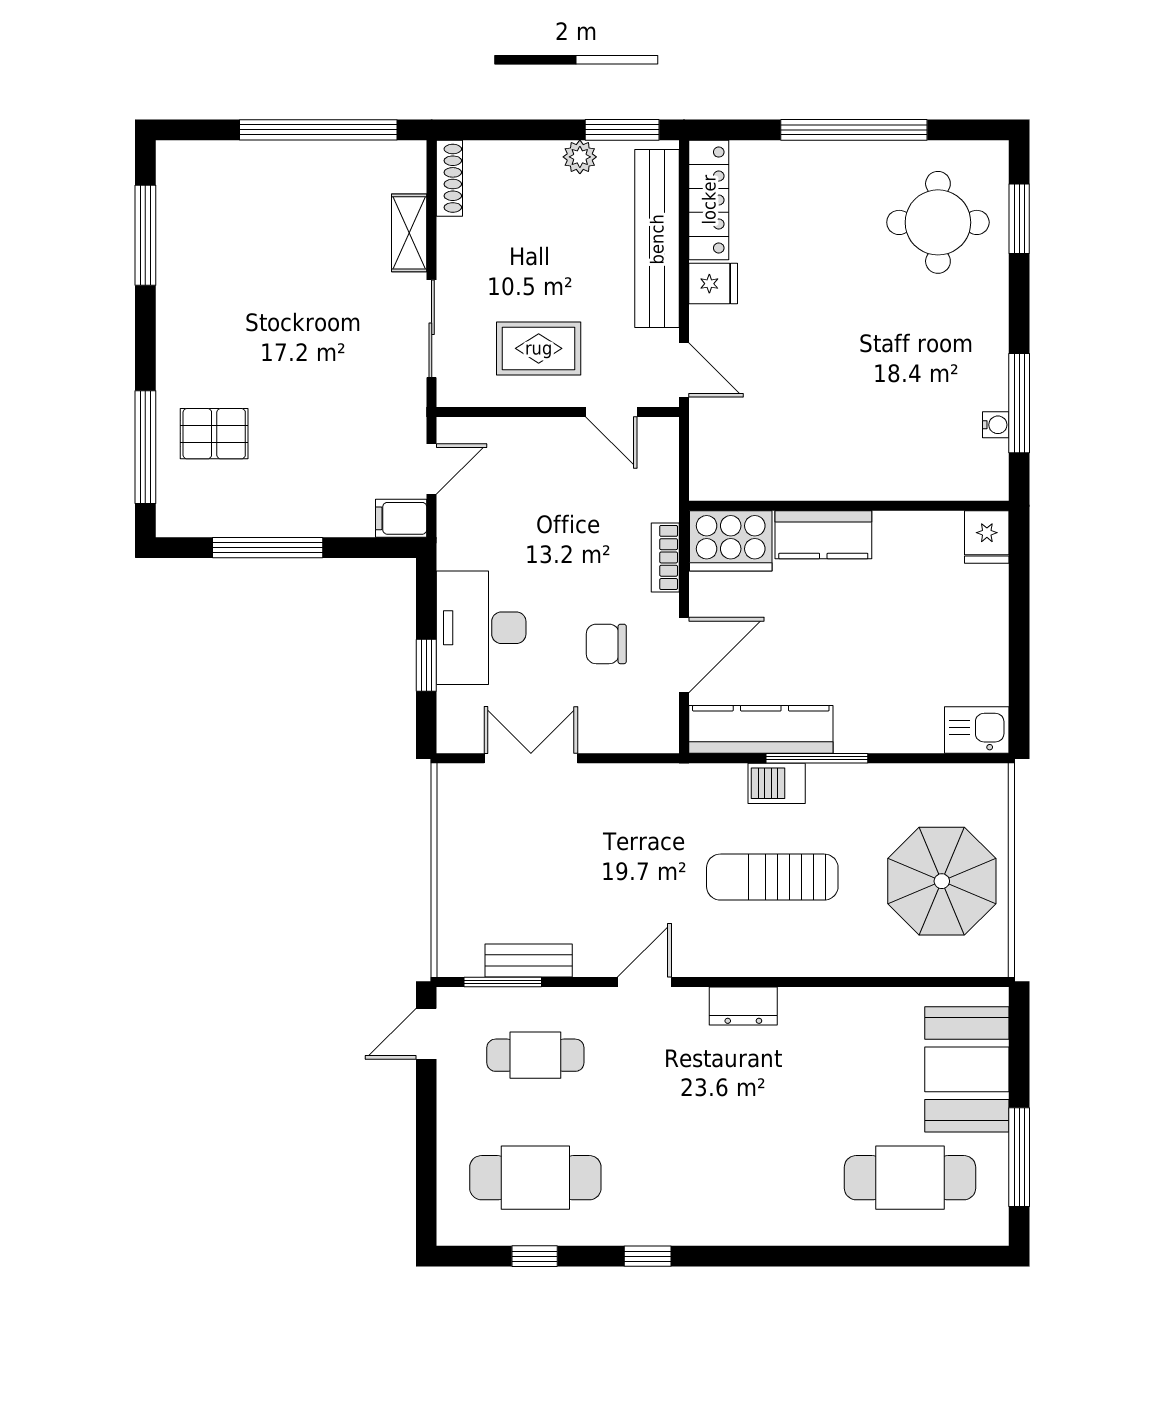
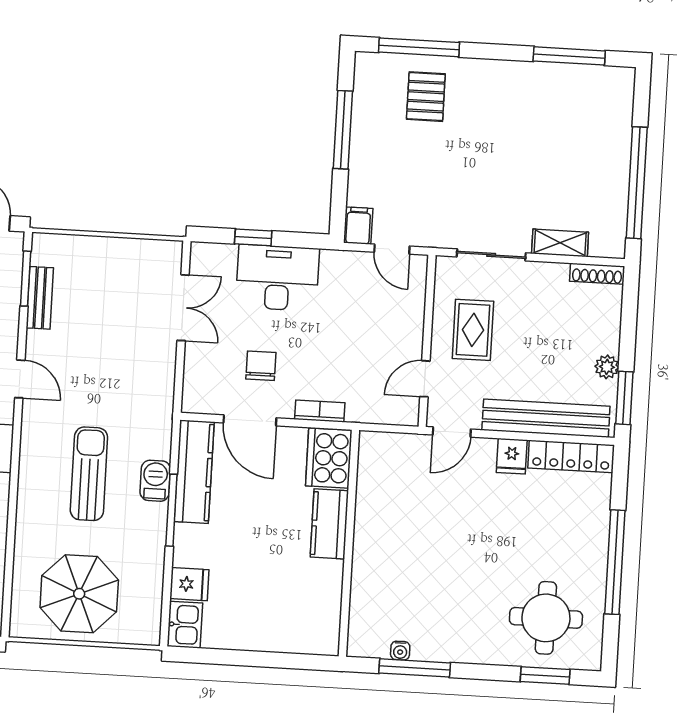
fridge: (987, 537) -> (189, 584), moved, turned 180

